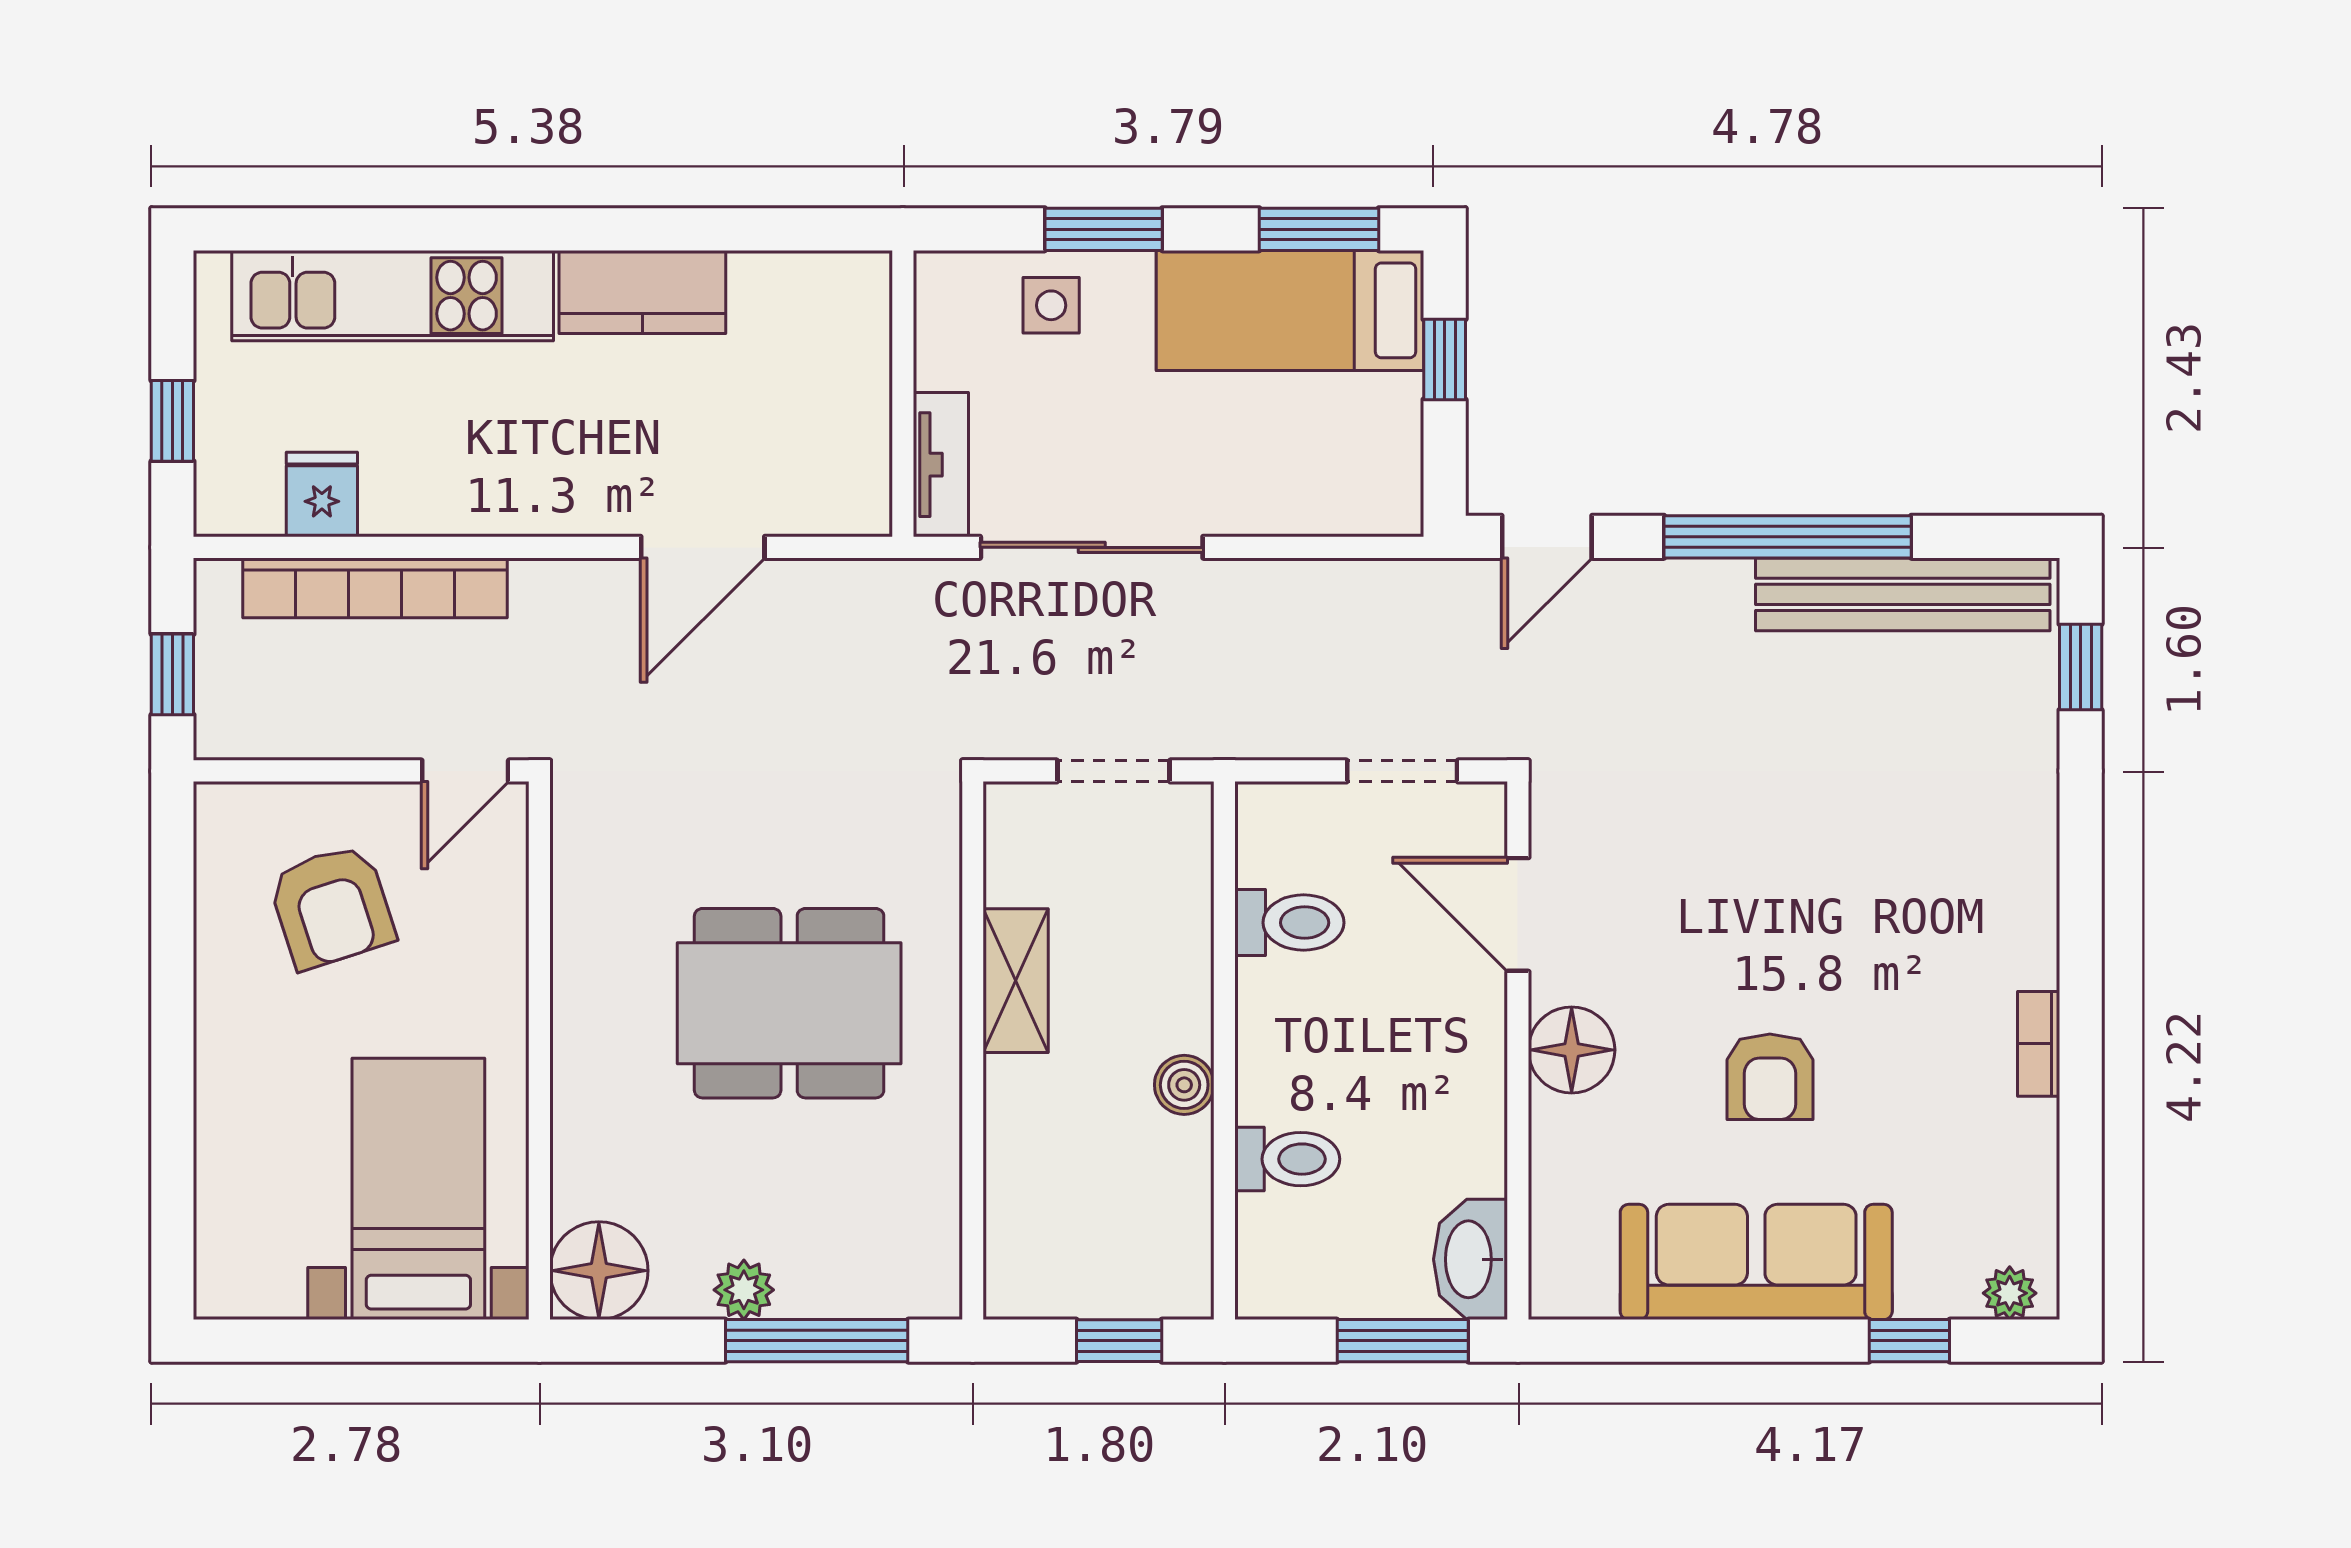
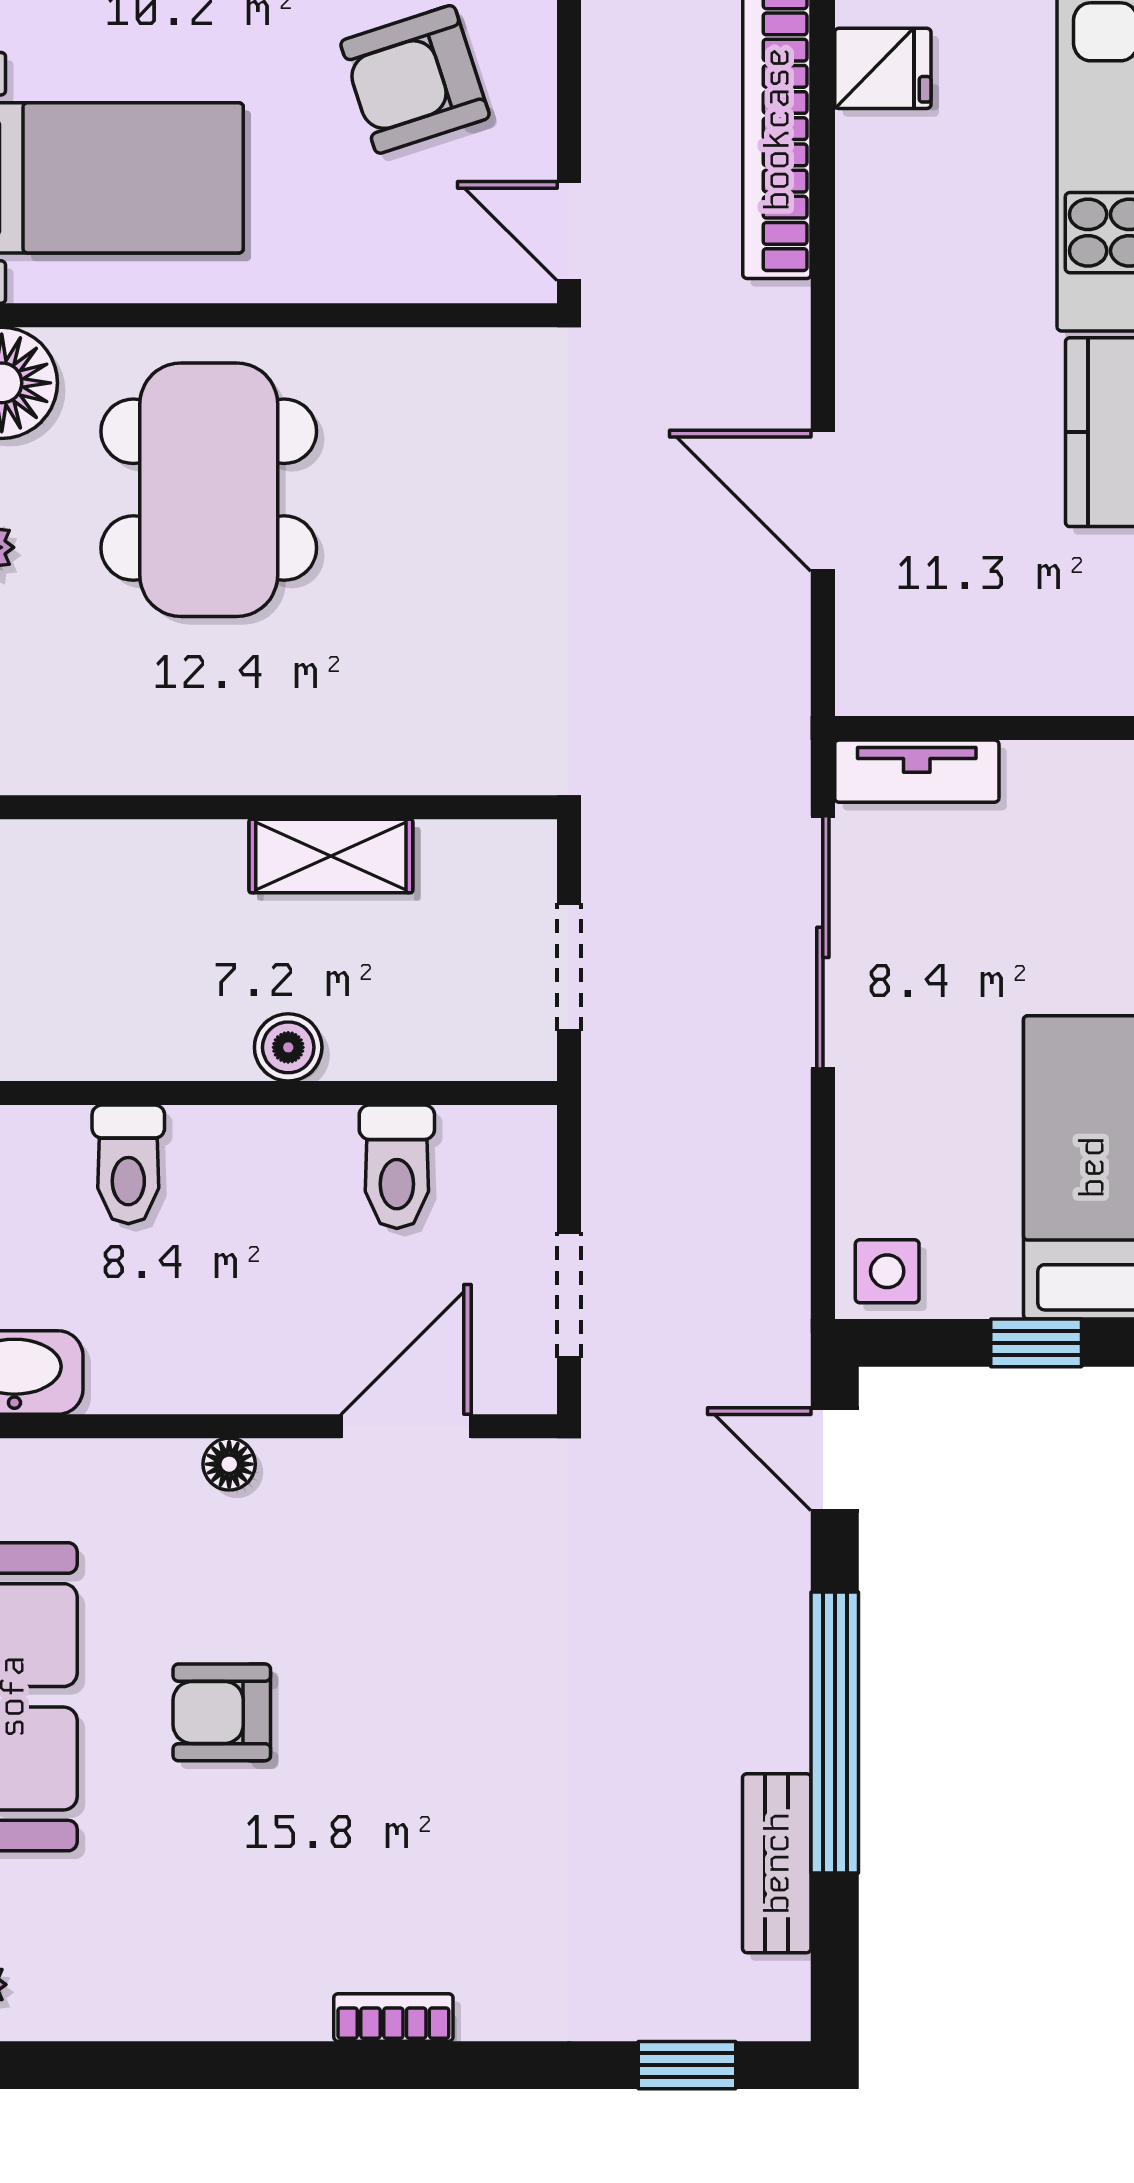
side table: (1051, 305) -> (887, 1271), moved
bench: (1903, 594) -> (777, 1863), width x0.54, depth x0.82
dining table: (789, 1003) -> (209, 490), moved
bookcase: (2039, 1044) -> (393, 2017), moved
floor lamp: (1572, 1050) -> (229, 1464), width x0.53, depth x0.53
boiler: (1184, 1085) -> (288, 1047), moved

